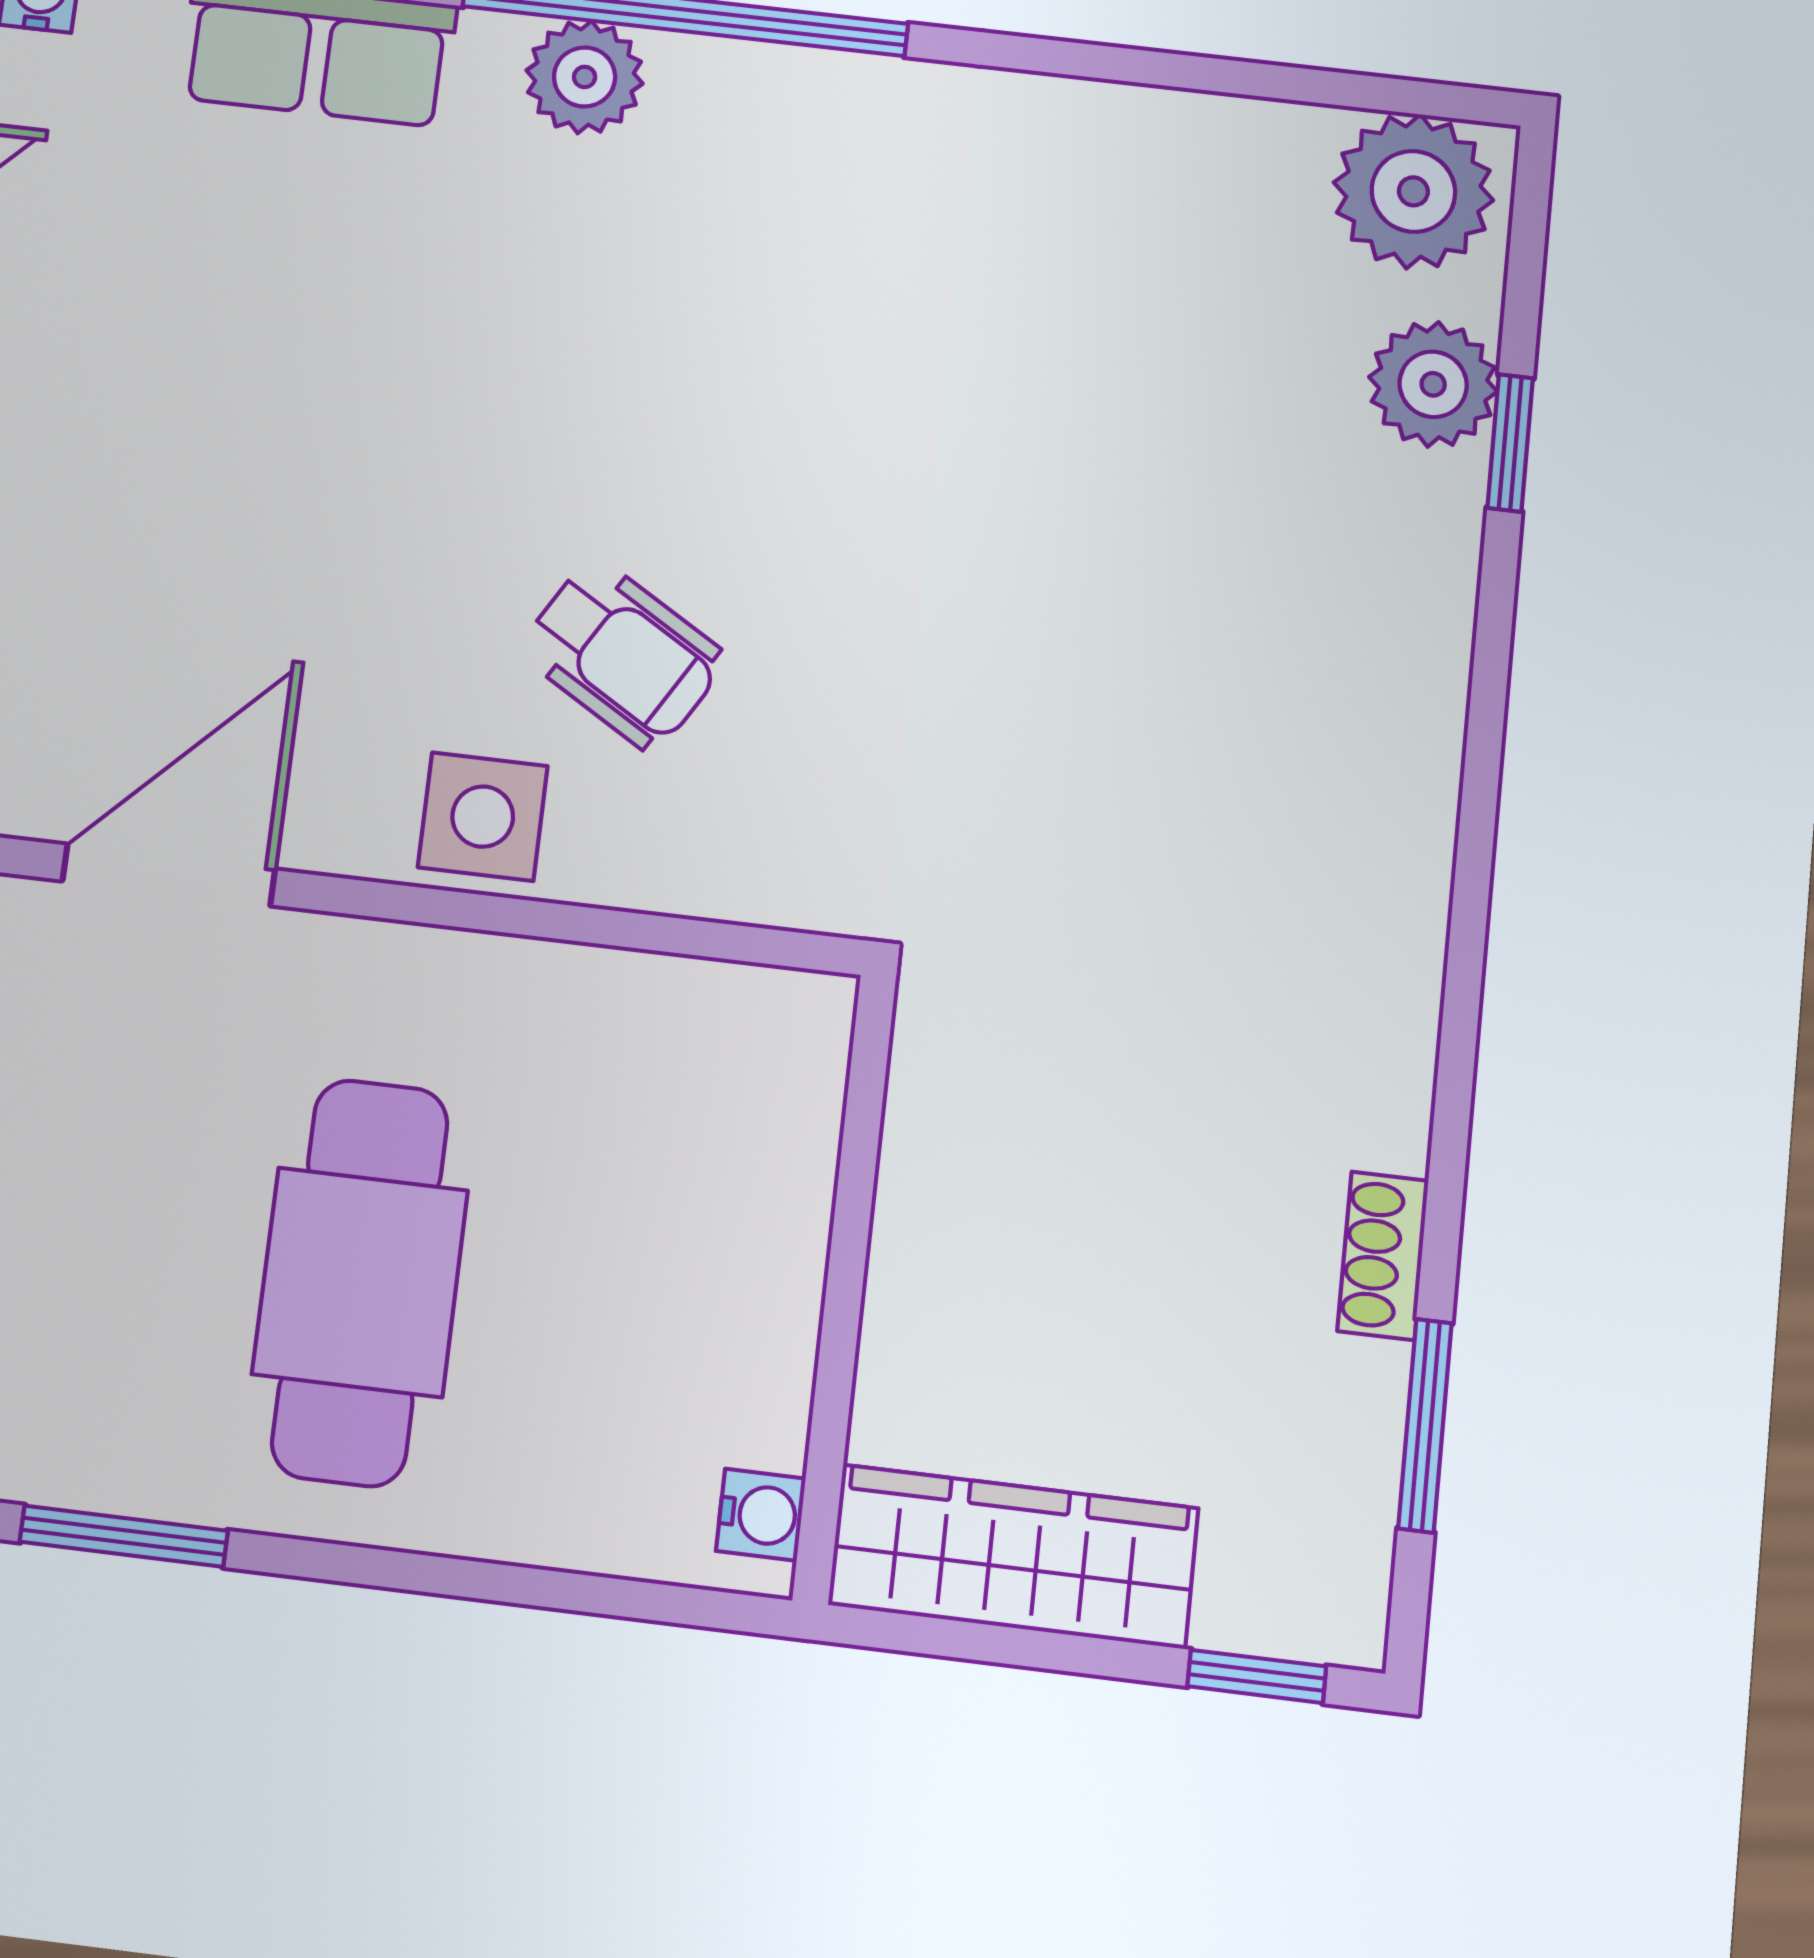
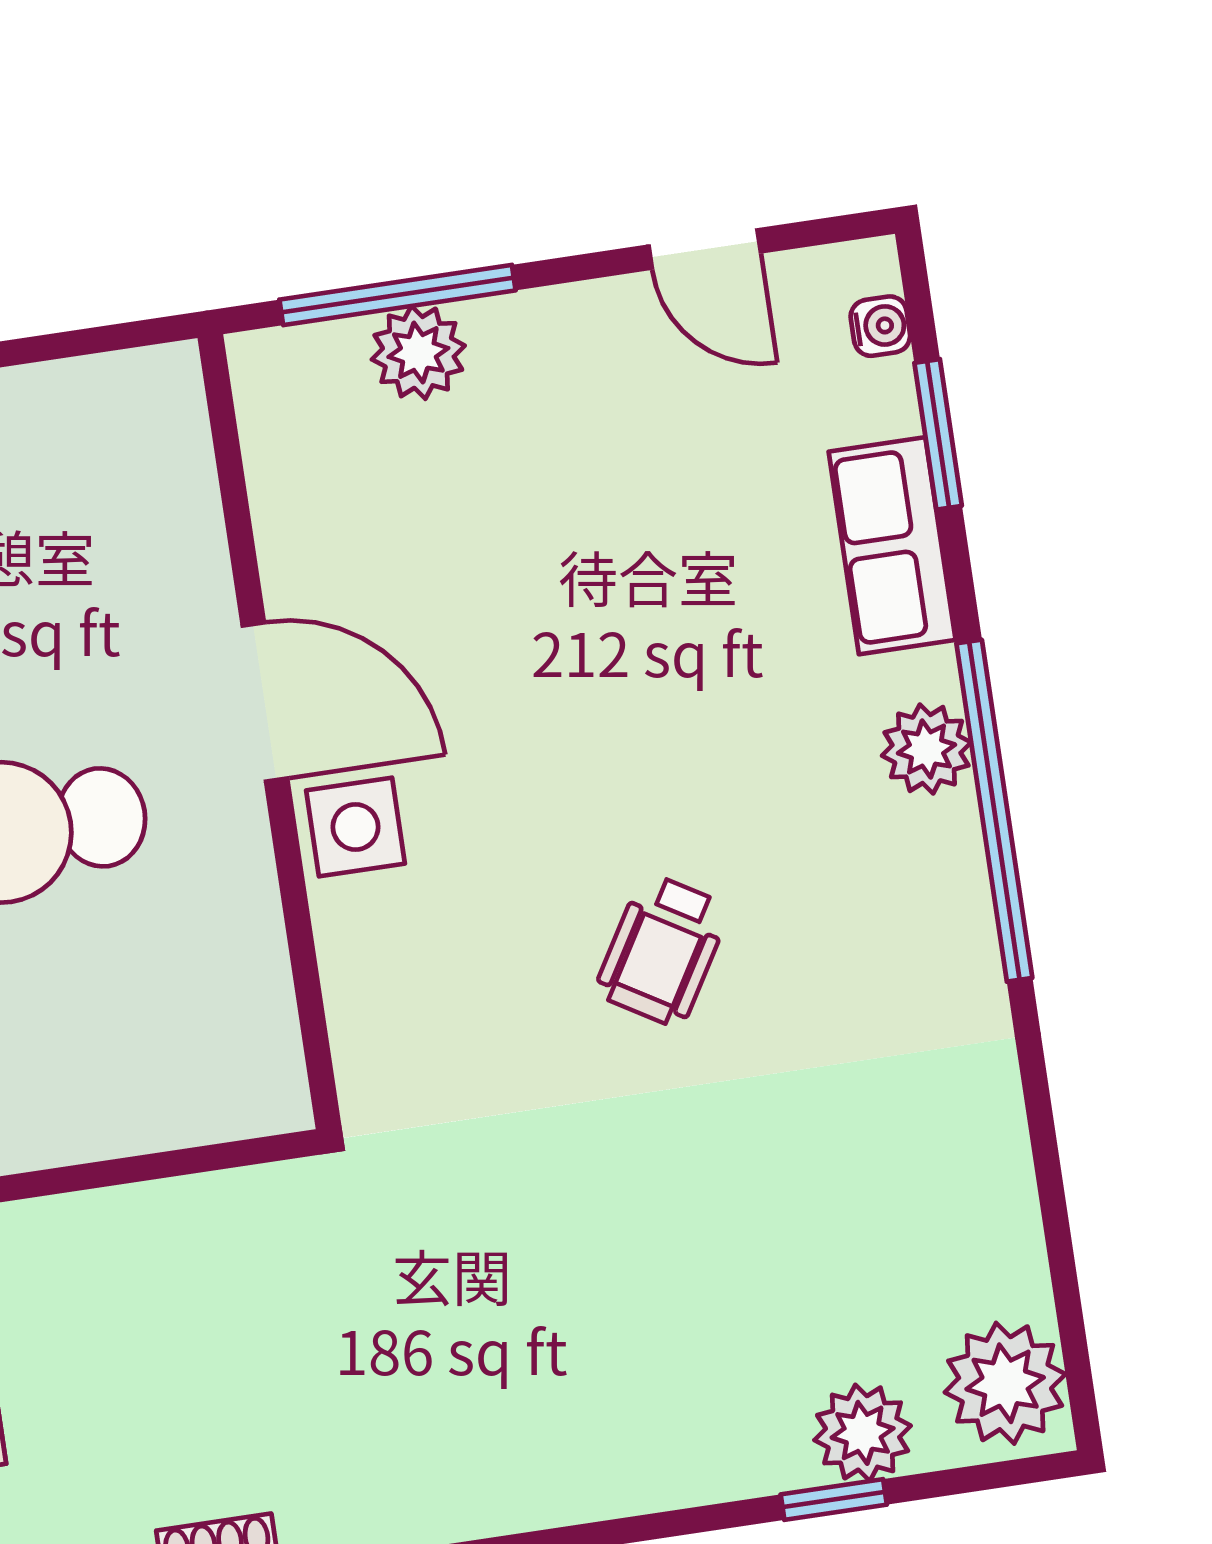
wheelchair: (623, 655) -> (662, 950), moved
door: (169, 875) -> (265, 702), moved

